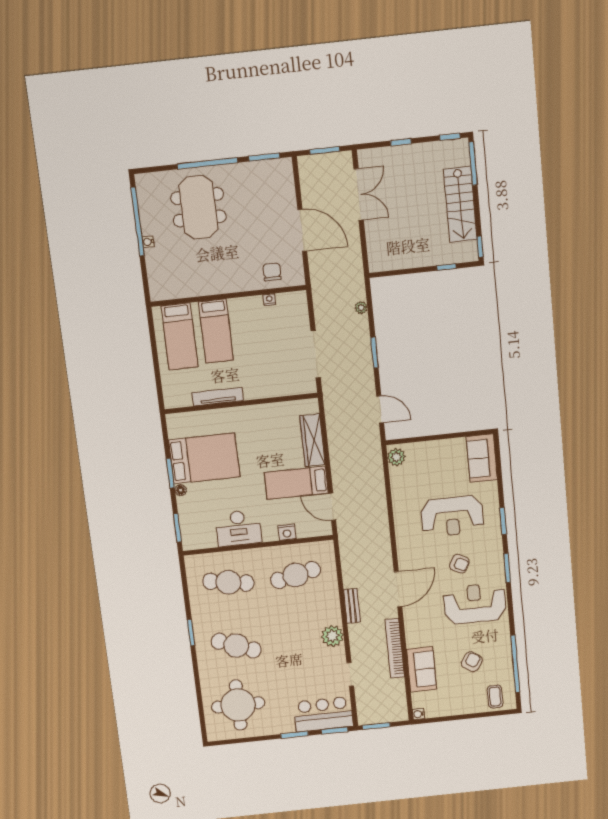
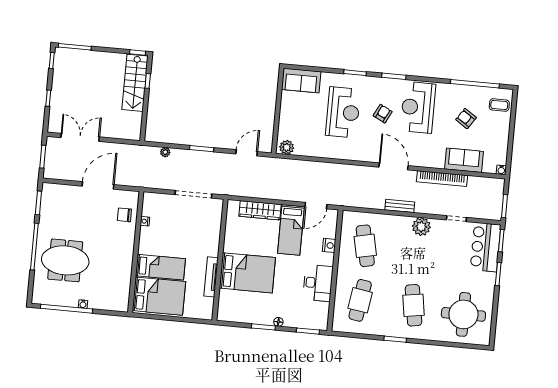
stairs: (460, 204) -> (135, 83), moved, turned 90
bed: (180, 336) -> (159, 296), width x1.50
bed: (204, 458) -> (247, 273), moved, turned 90
cafe table: (236, 646) -> (413, 305), turned -30

